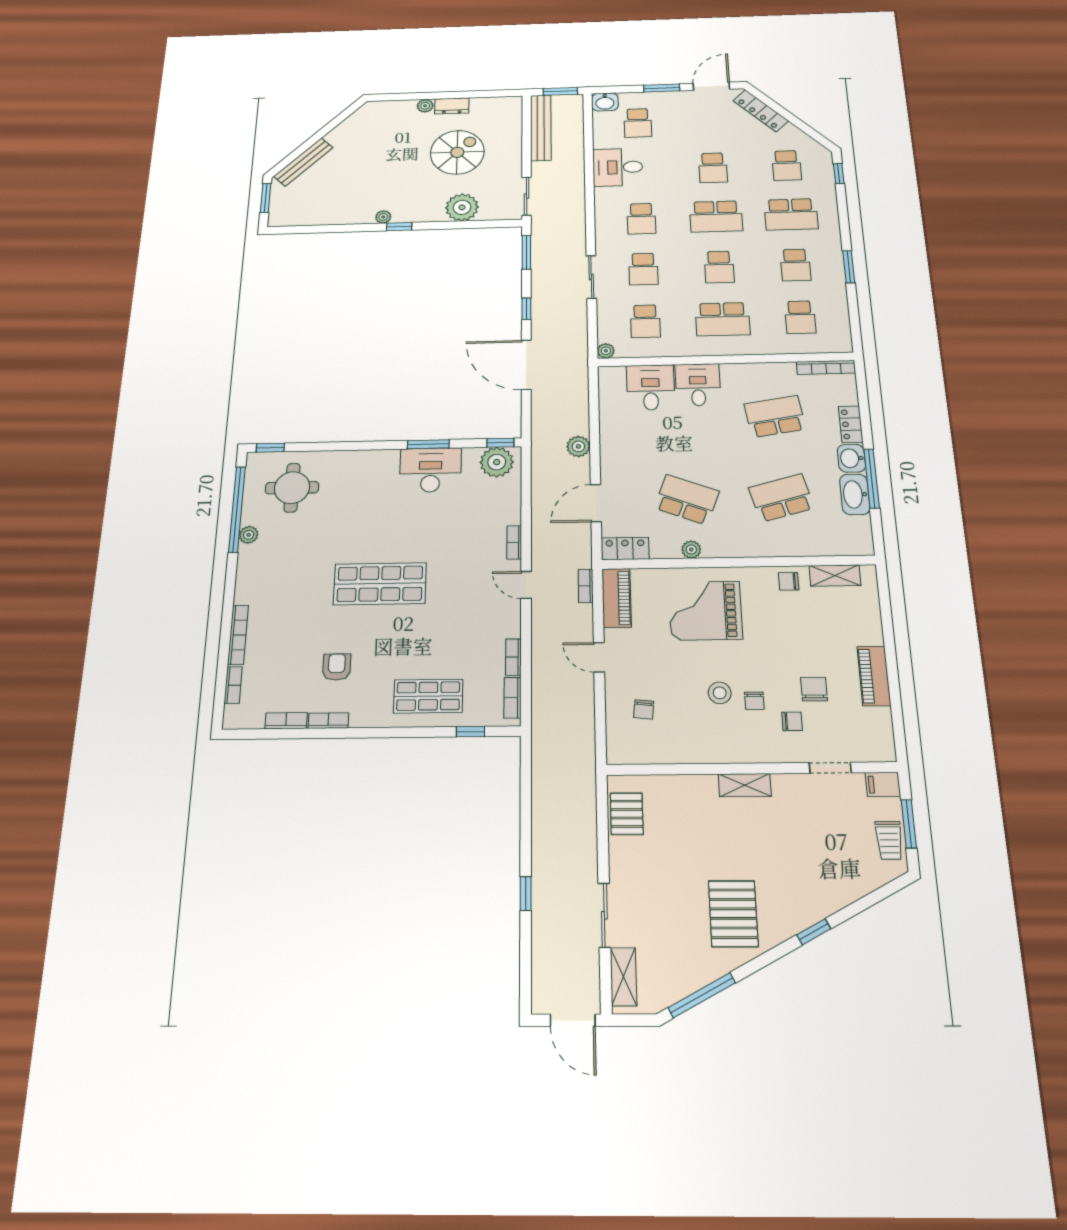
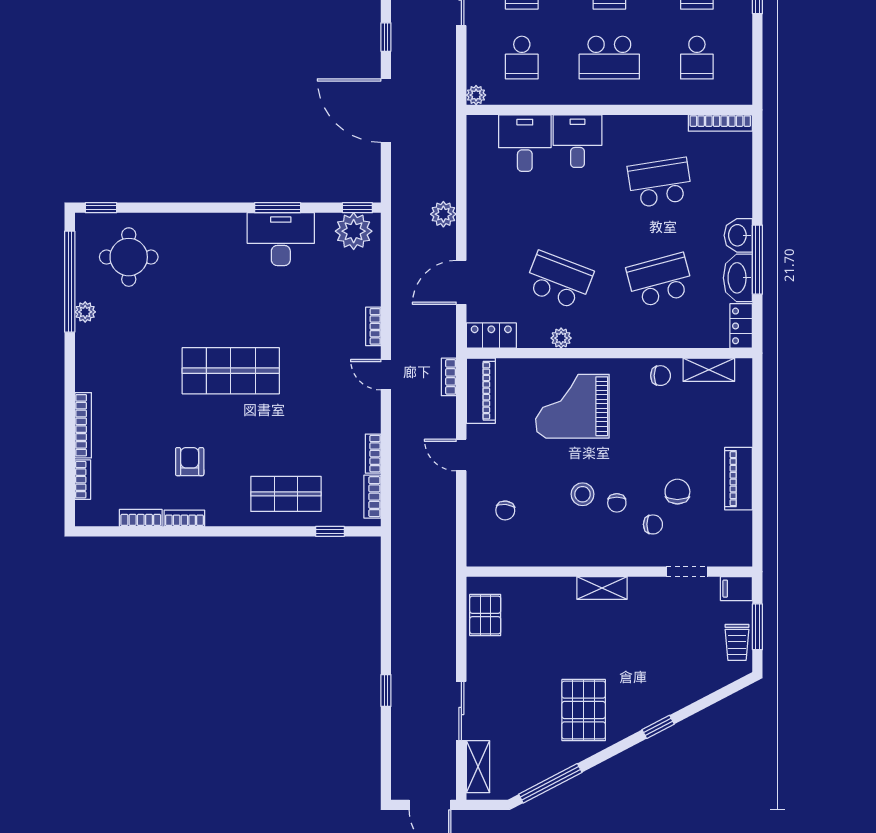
locker: (851, 424) -> (741, 326), moved
chair: (789, 581) -> (661, 376), turned 180

